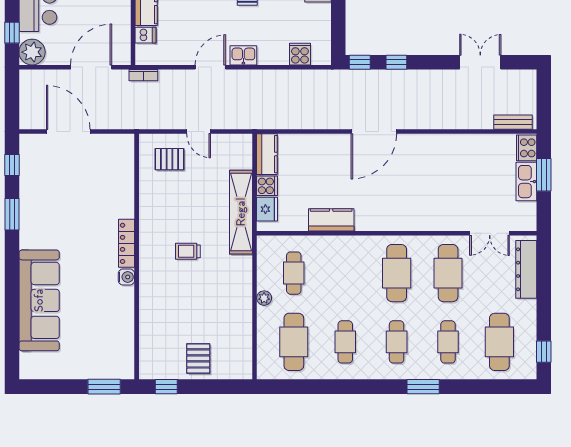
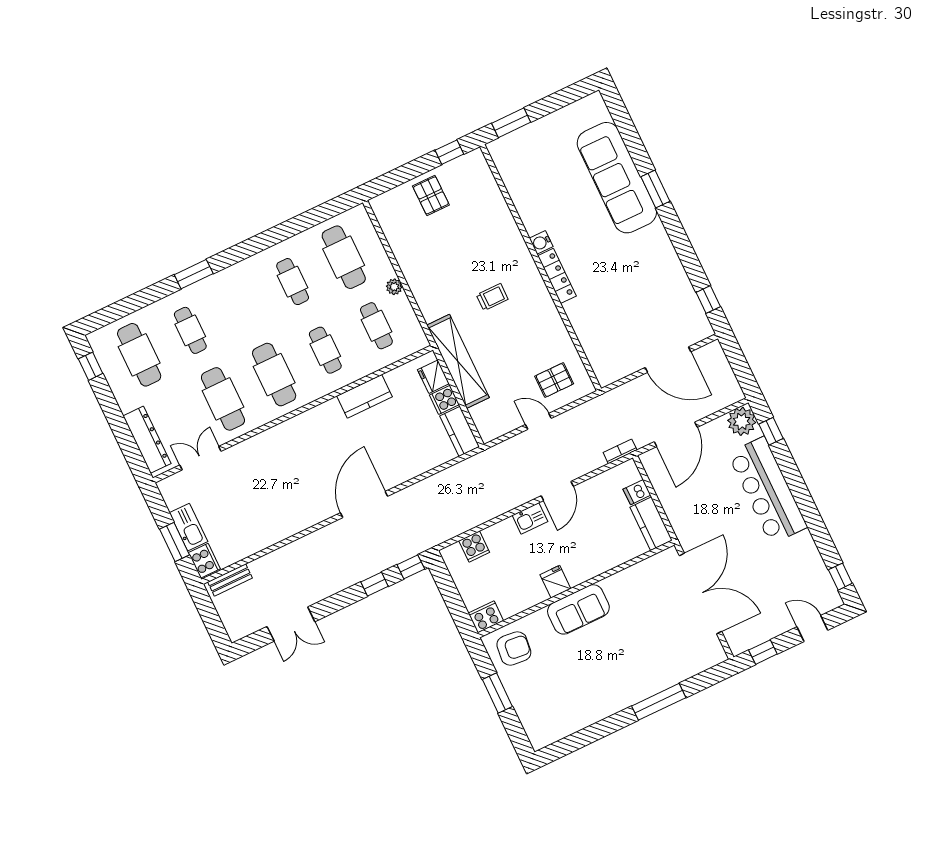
window: (12, 214) -> (655, 189), moved
cafe table: (397, 342) -> (325, 350), moved

